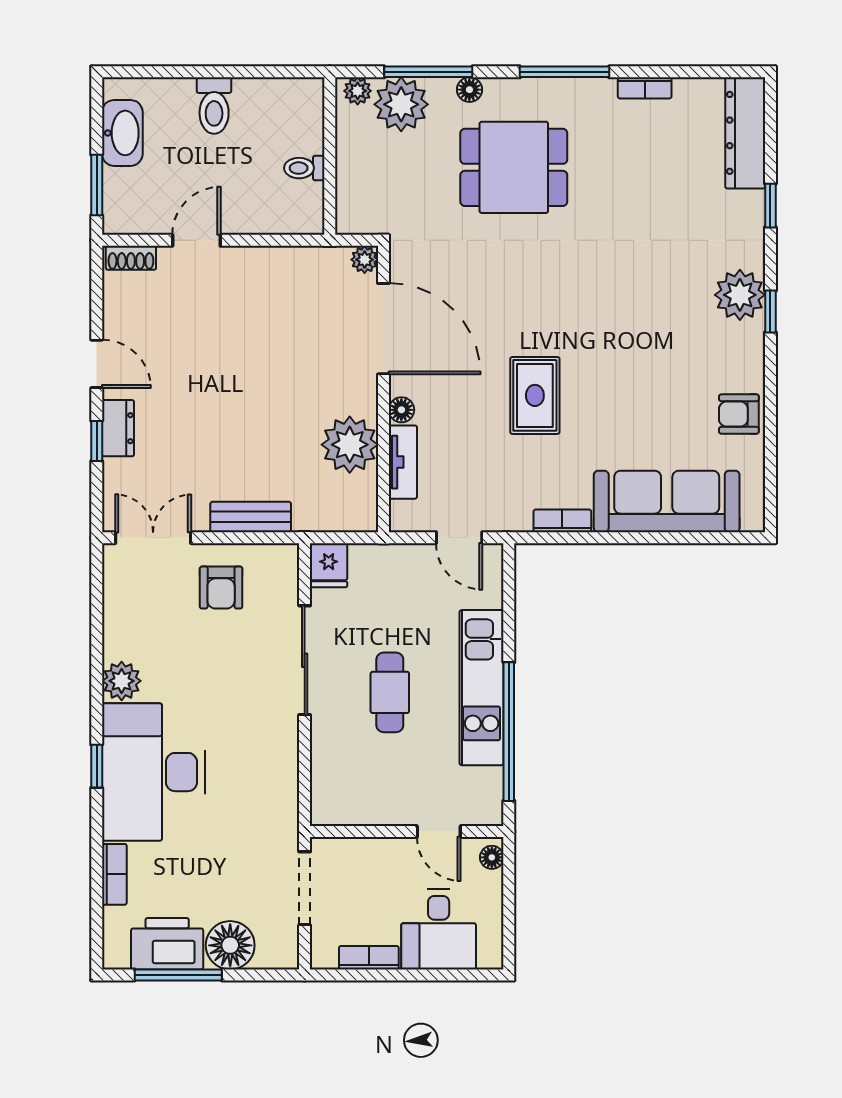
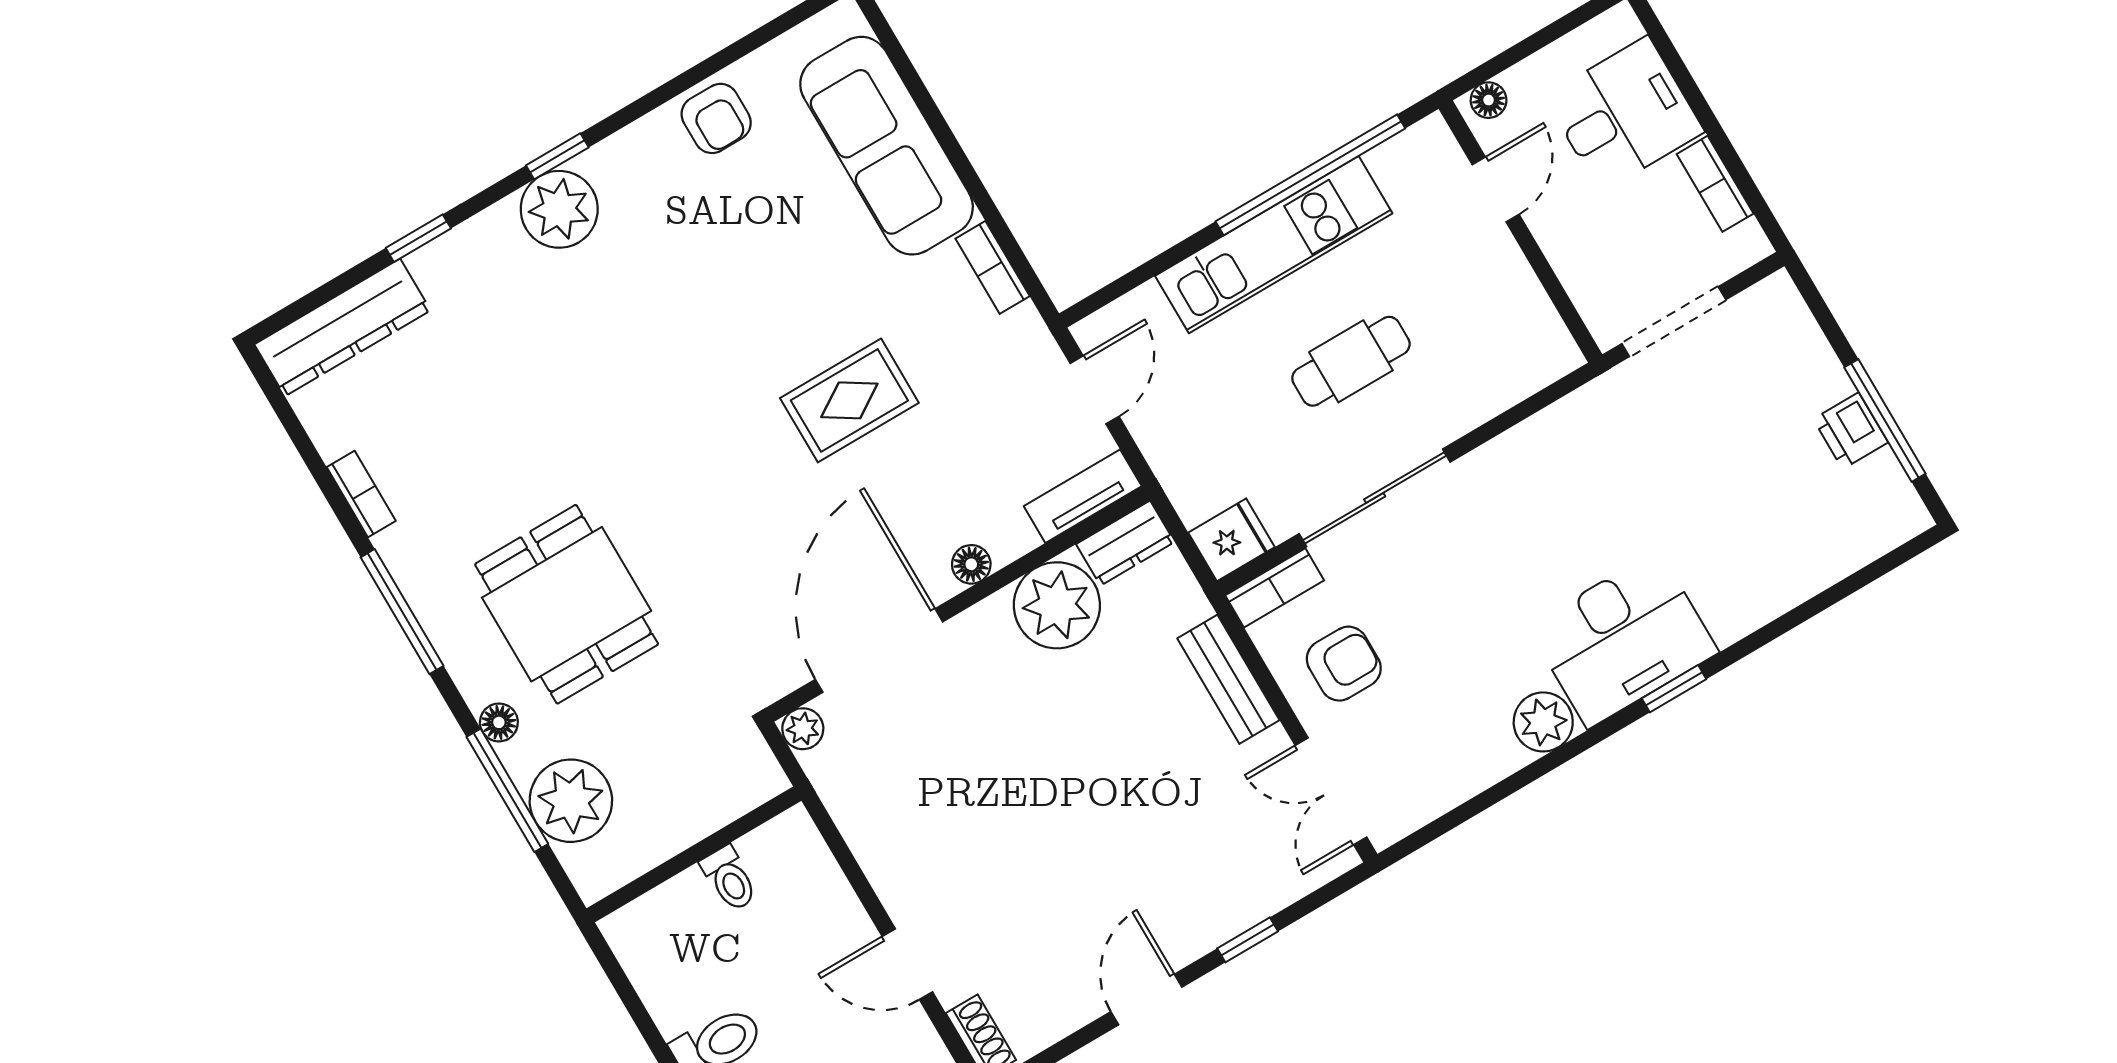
plant: (358, 91) -> (587, 868), removed
dresser: (118, 428) -> (1125, 543), moved, turned 180
tv unit: (403, 462) -> (1083, 496), moved
desk: (154, 772) -> (1623, 639), width x0.73, depth x0.77
bookcase: (114, 874) -> (1275, 588), moved, turned 180
printer: (167, 944) -> (1851, 431), width x0.53, depth x0.68
floor lamp: (230, 945) -> (1806, 375), removed

